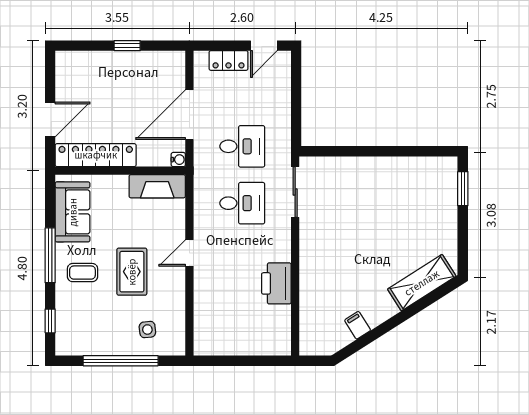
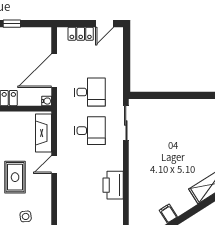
fireplace: (157, 186) -> (43, 133), moved, turned 90

